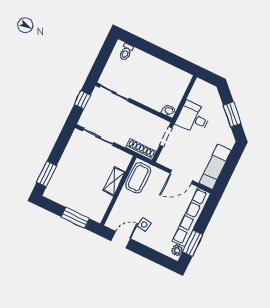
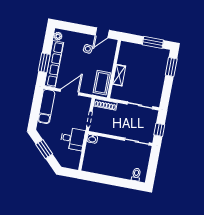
window: (75, 218) -> (153, 42), moved
window: (193, 243) -> (44, 63), moved

